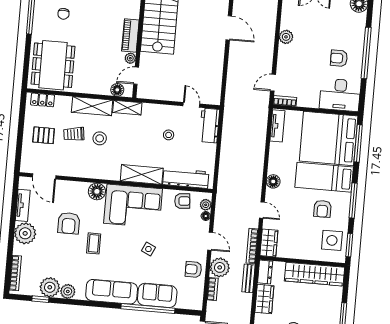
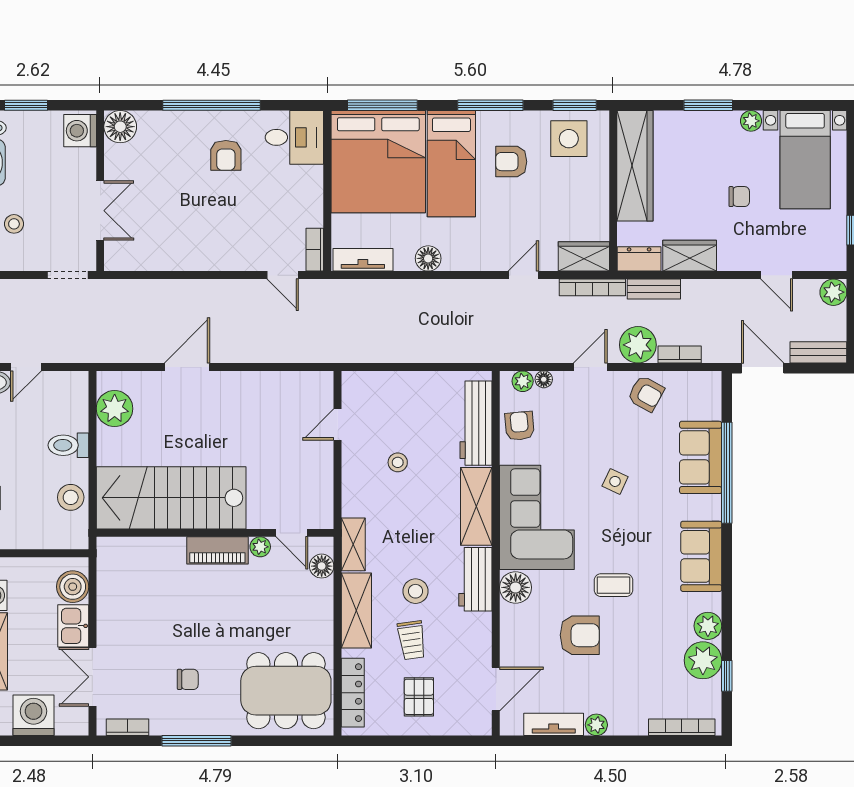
plant: (286, 37) -> (195, 258), removed
desk: (340, 95) -> (294, 137), width x0.73
locker: (43, 100) -> (353, 693), width x1.53
workbench: (209, 126) -> (475, 579), moved, turned 90
floor lamp: (273, 181) -> (428, 258), moved
armchair: (322, 209) -> (511, 162), turned 180
plant: (25, 233) -> (596, 725), width x0.53, depth x0.53
armchair: (193, 269) -> (646, 394), turned -61
sofa: (112, 292) -> (701, 556), width x0.73

